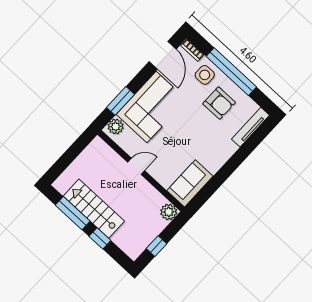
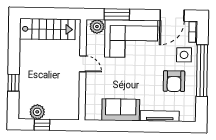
tv unit: (250, 127) -> (160, 116), moved
sofa: (190, 183) -> (121, 110), moved
stairs: (94, 209) -> (47, 29), moved, turned 90
plant: (169, 212) -> (37, 112), moved
window: (73, 213) -> (14, 49), removed

